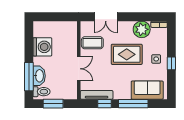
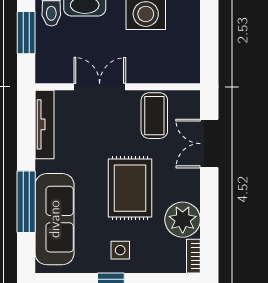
double door: (79, 69) -> (100, 87), swing flipped
sofa: (147, 90) -> (55, 219), width x1.36
window: (105, 104) -> (26, 141), removed

